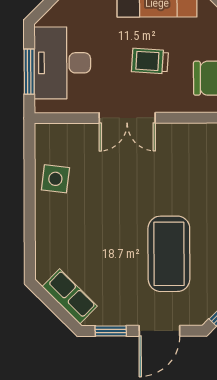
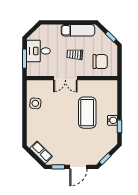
desk: (62, 63) -> (38, 51), width x0.73
coffee table: (169, 254) -> (87, 113), moved

